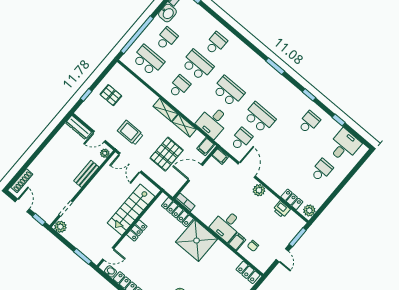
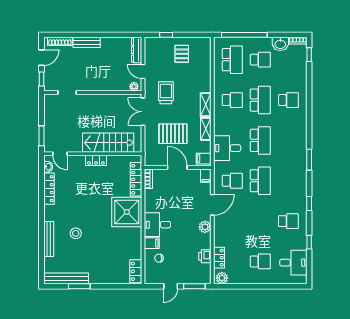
bench: (86, 174) -> (87, 42), moved
plant: (60, 227) -> (50, 100), removed

